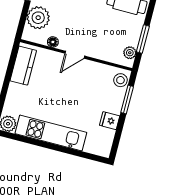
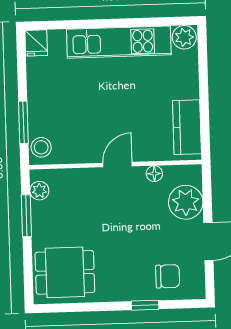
fridge: (110, 121) -> (36, 43), moved, turned 90

